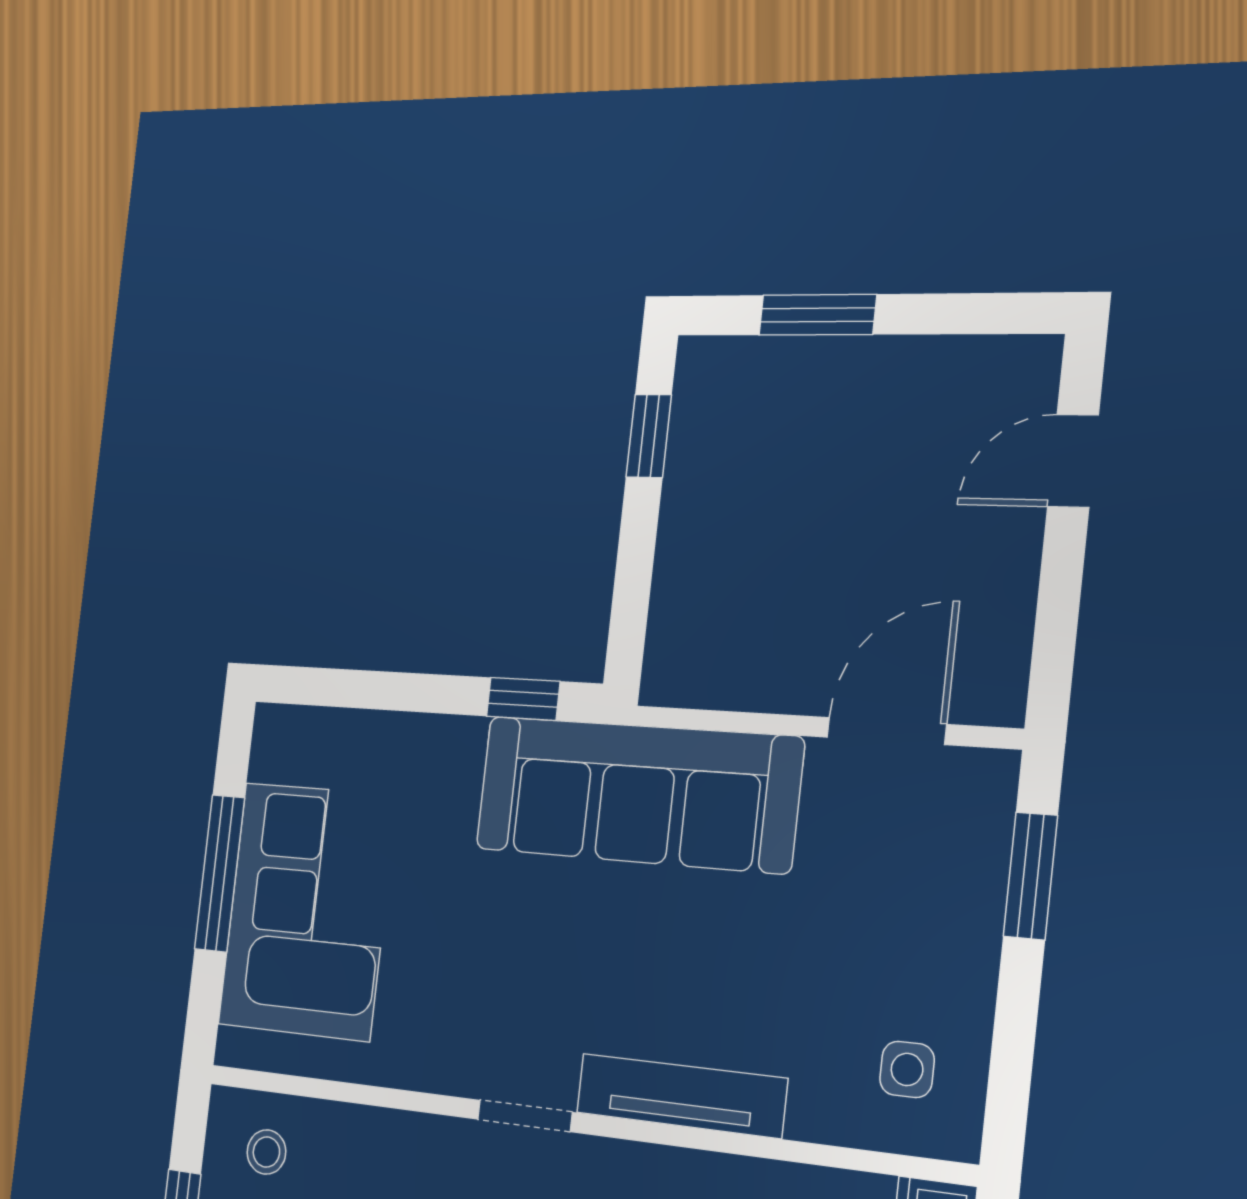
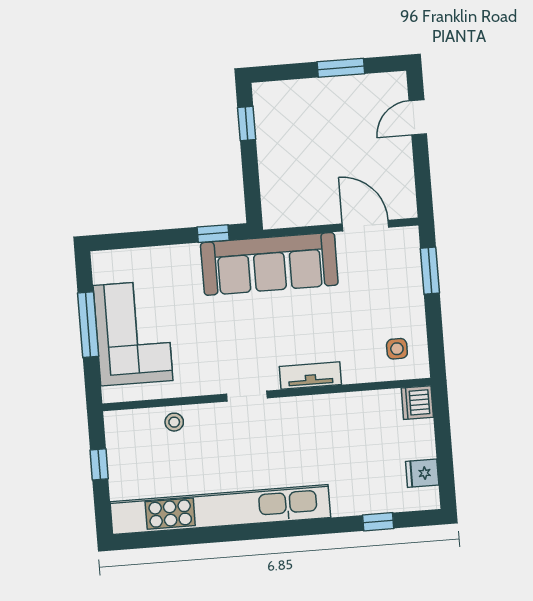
window: (817, 315) -> (341, 68), moved
door: (886, 731) -> (366, 226), hinge flipped
tv unit: (681, 1096) -> (310, 376), width x0.71
stool: (266, 1152) -> (174, 422), moved

